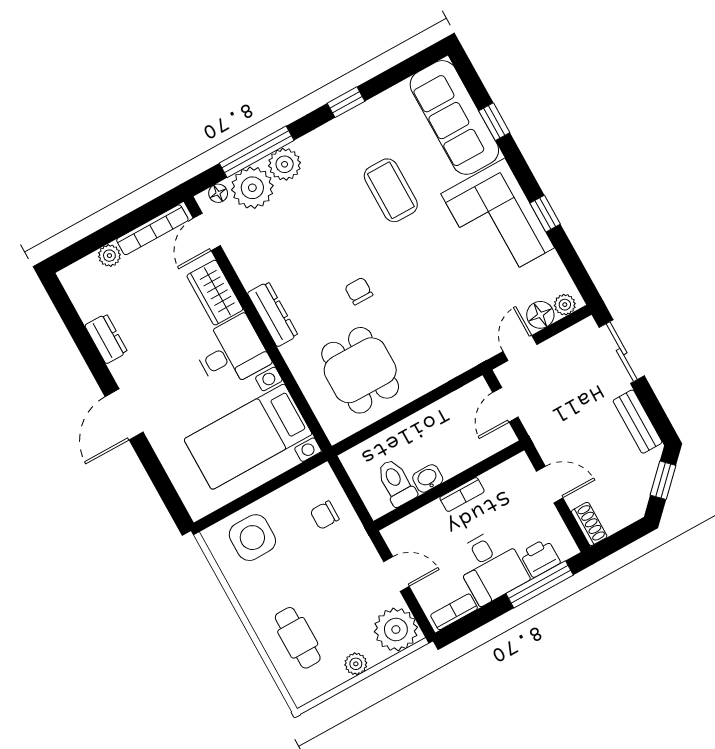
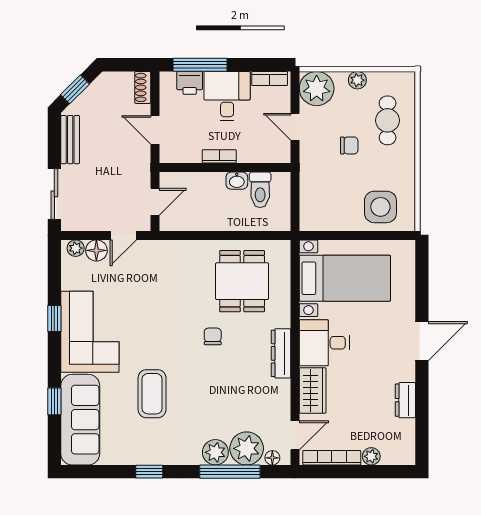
chair: (359, 291) -> (213, 336), turned 180
chair: (325, 515) -> (349, 145), moved

